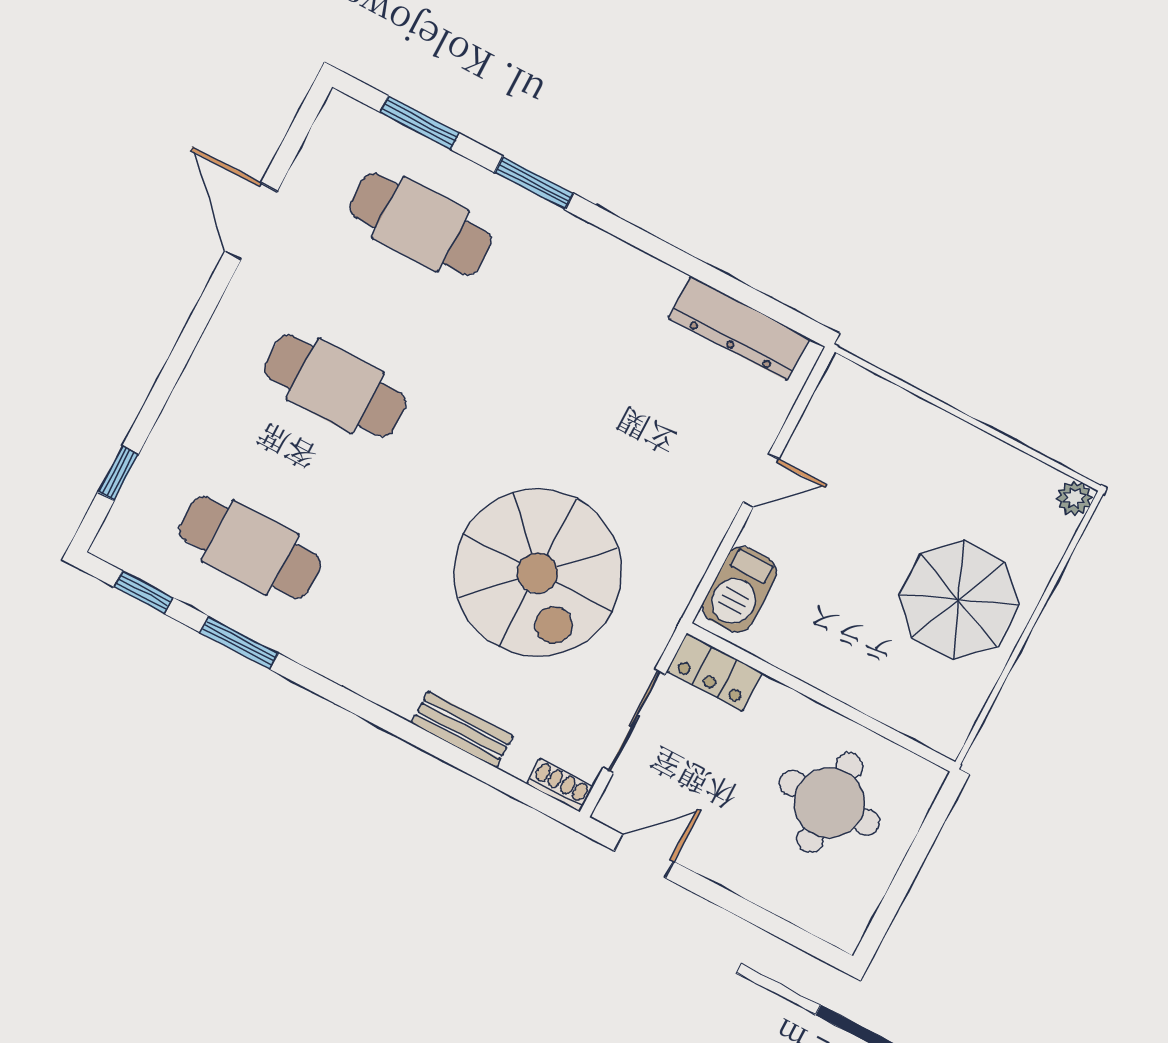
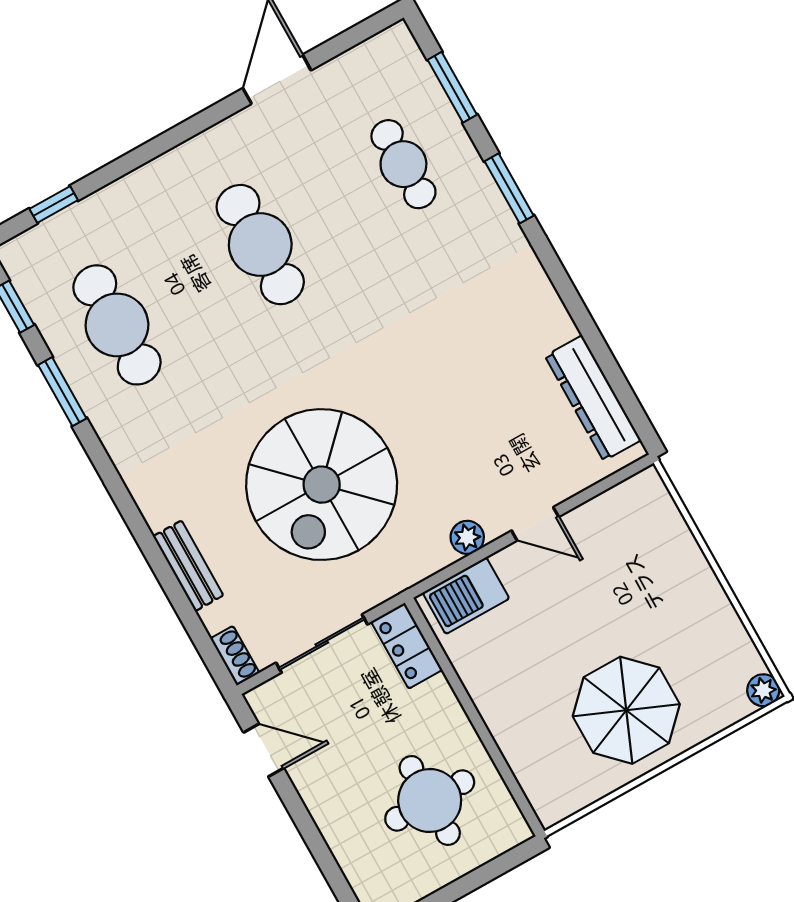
cafe table: (420, 224) -> (403, 164), width x0.73, depth x0.74
plant: (706, 534) -> (467, 537), added

